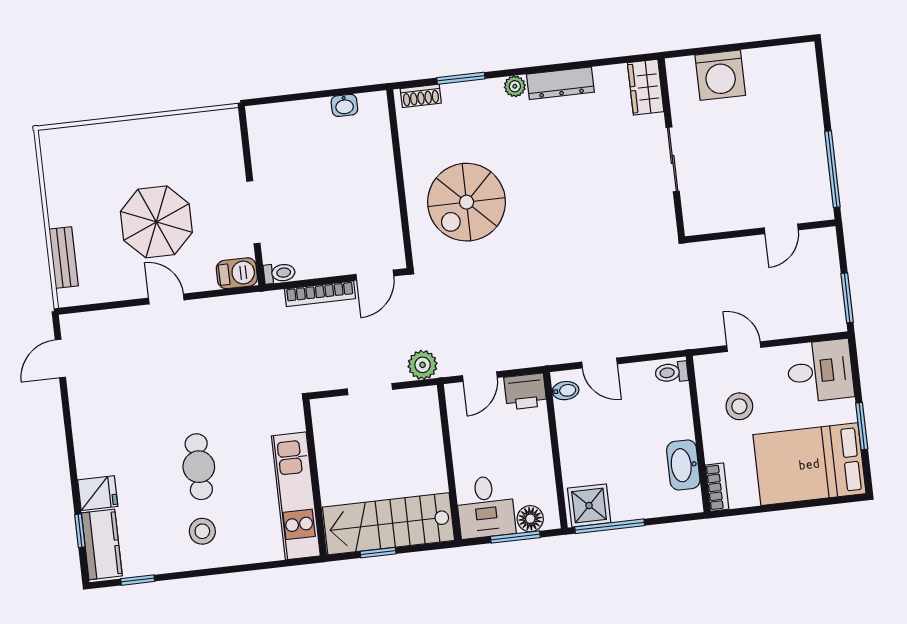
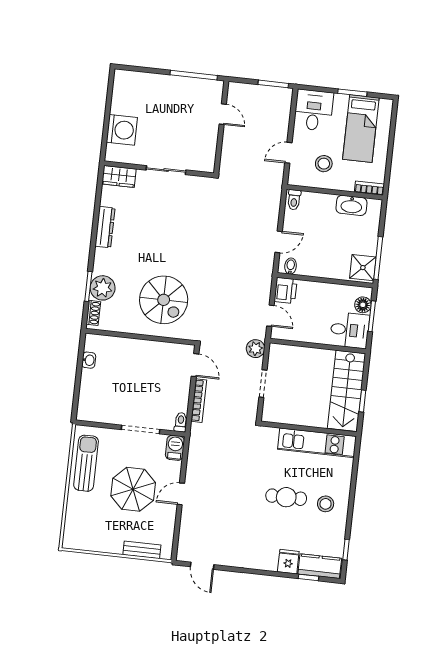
plant: (515, 86) -> (103, 288), moved, width x1.88, depth x1.88
sun lounger: (181, 138) -> (86, 463), added
bed: (809, 464) -> (361, 129), width x0.67

